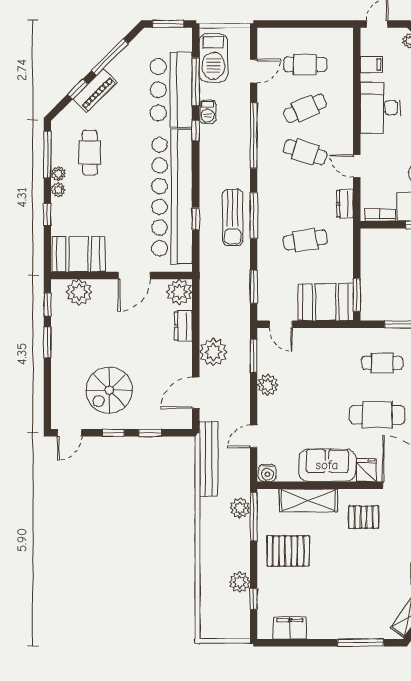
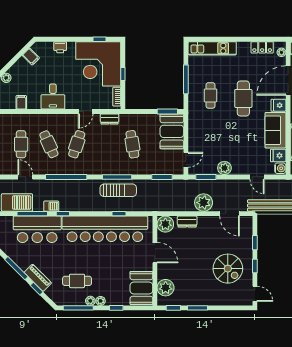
desk: (380, 108) -> (53, 97), width x0.73
fridge: (287, 470) -> (278, 155), added

